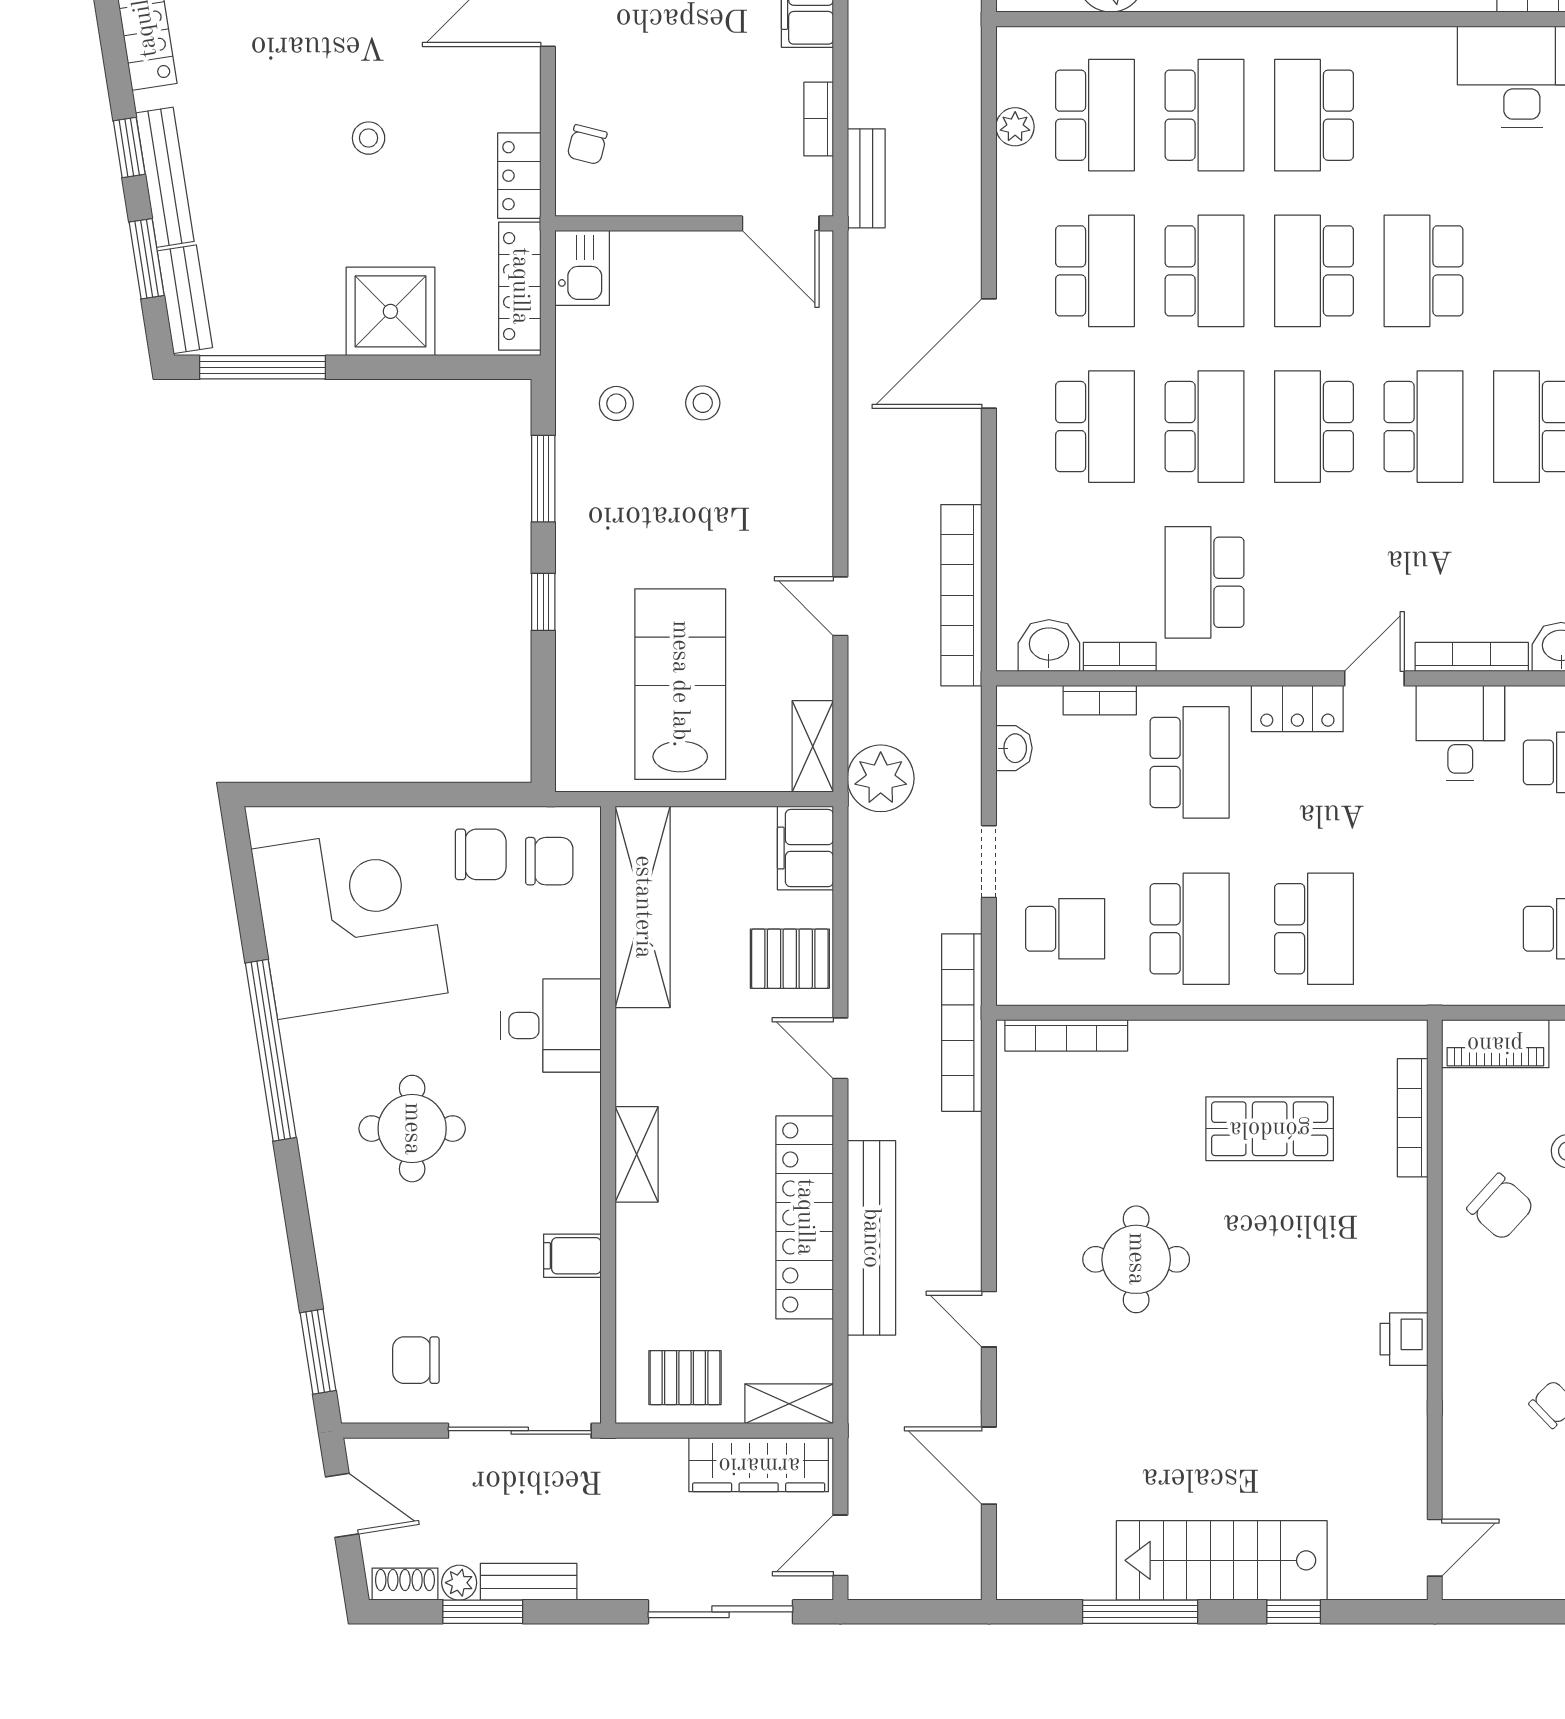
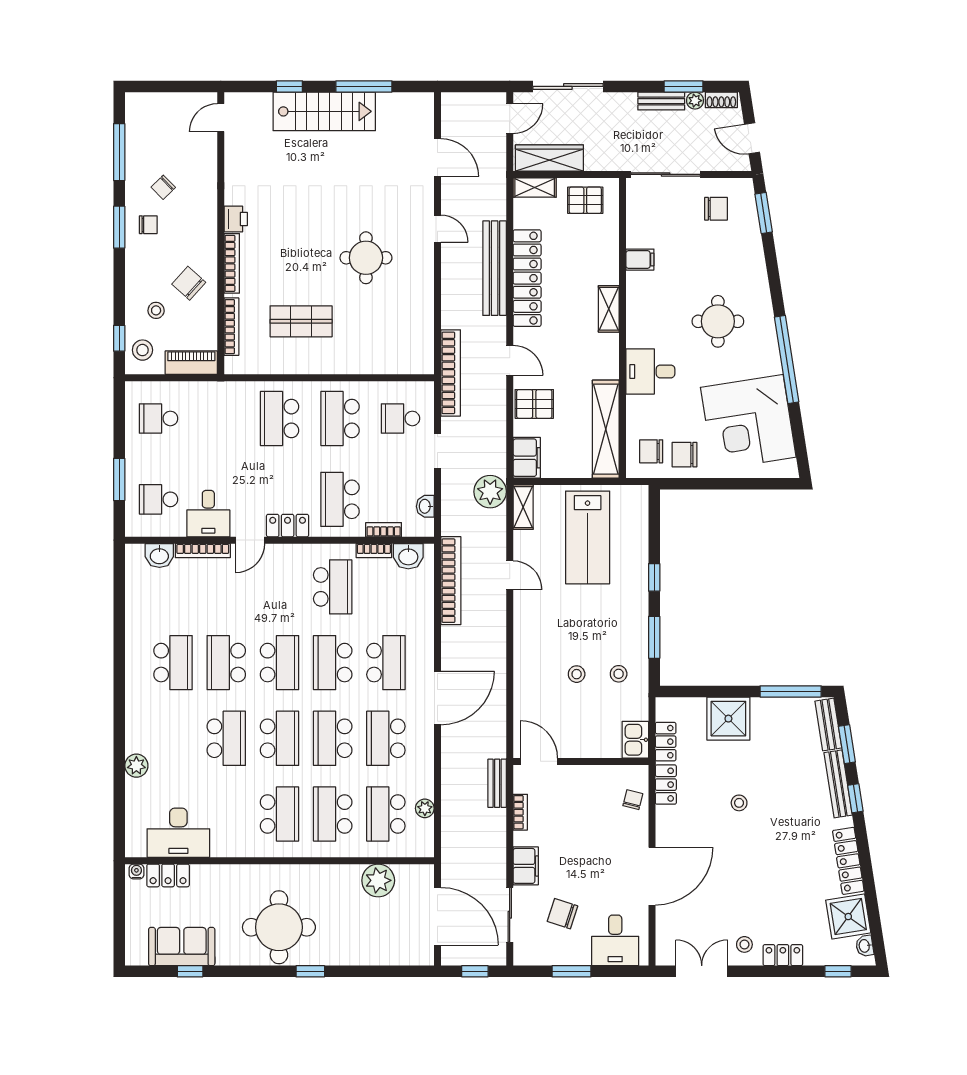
locker: (520, 286) -> (666, 742), width x0.66
school desk: (1095, 427) -> (386, 663), turned 180
bookcase: (1066, 1035) -> (232, 263), moved, turned 90

